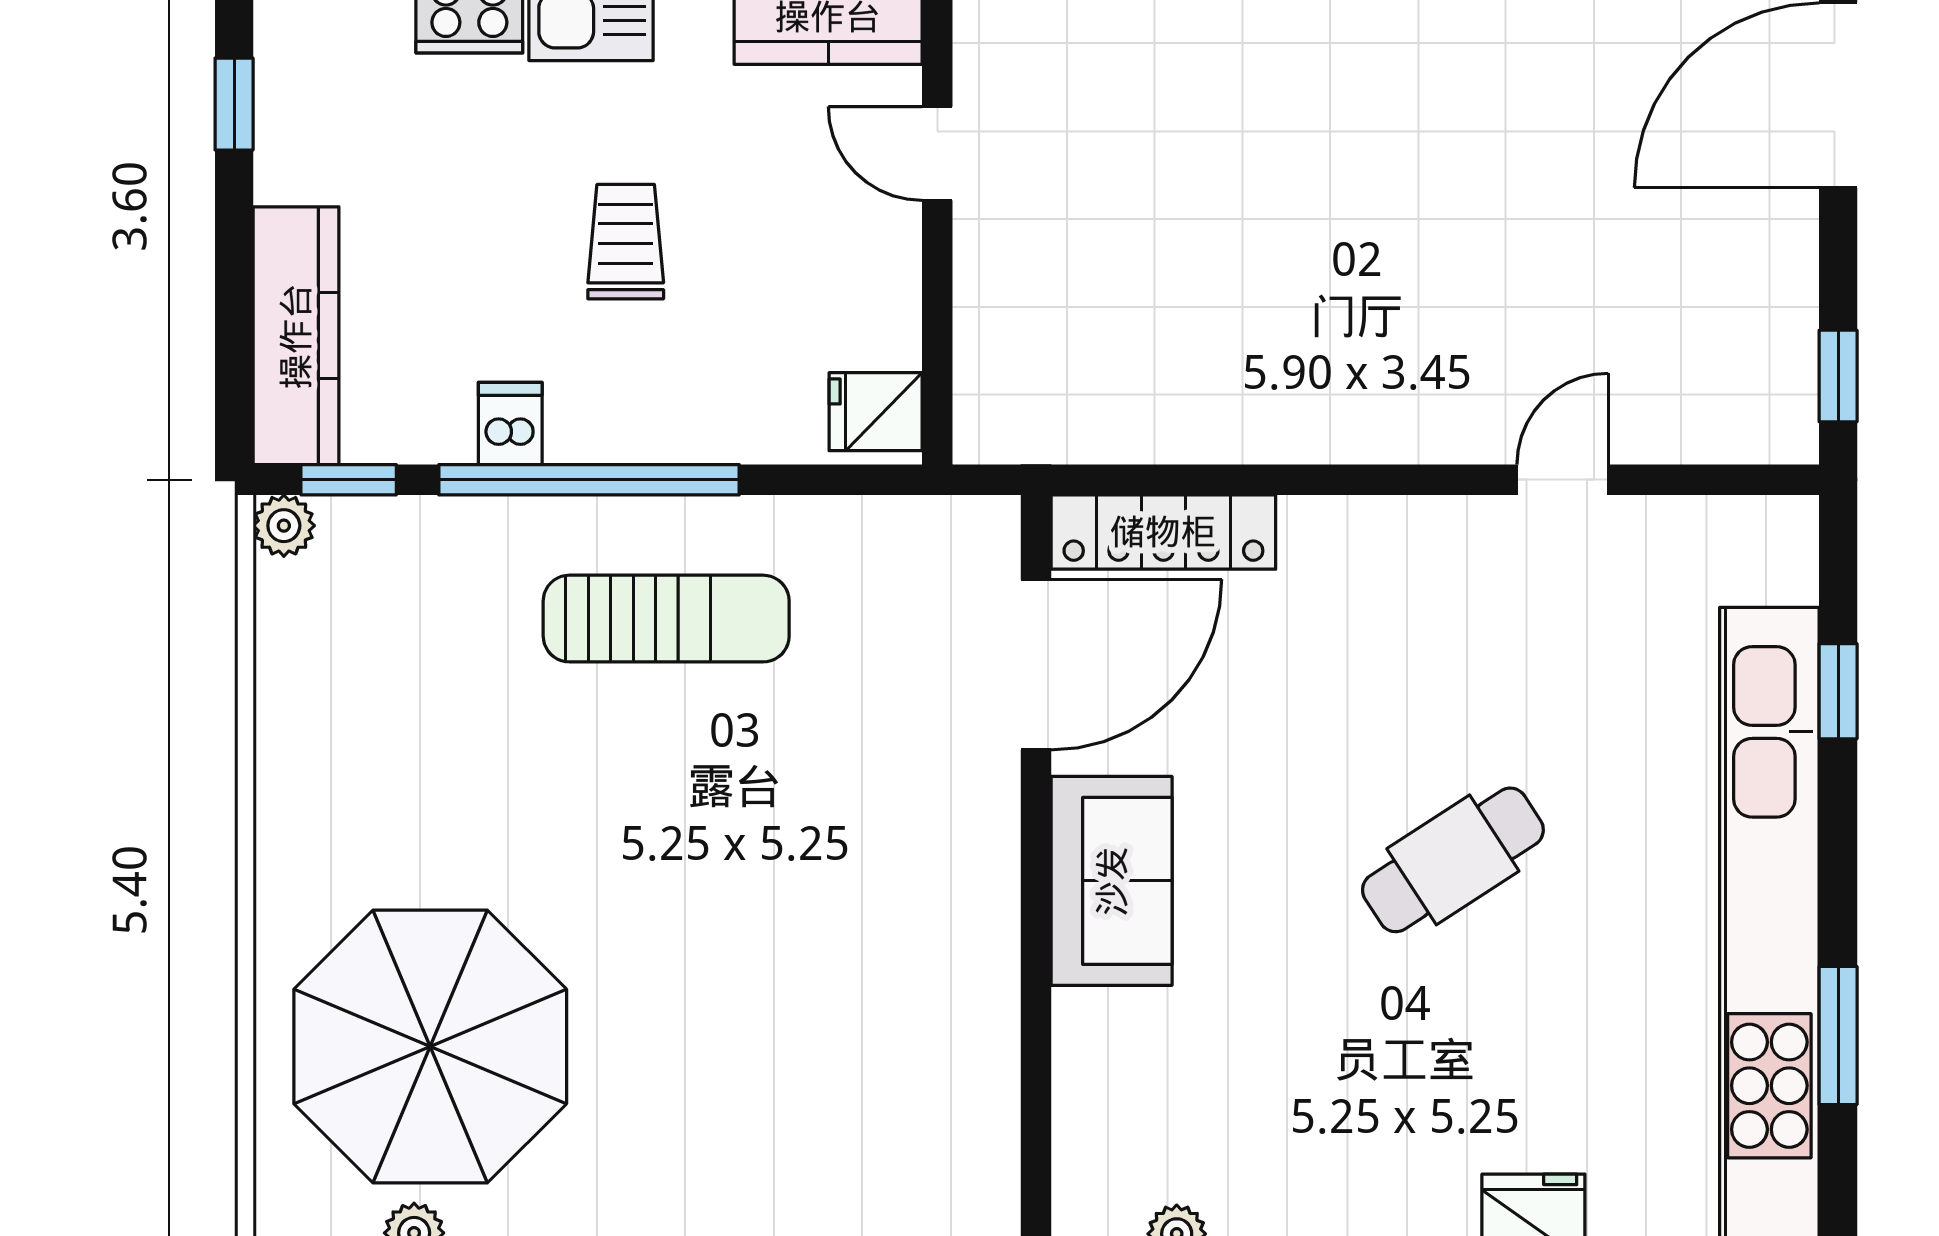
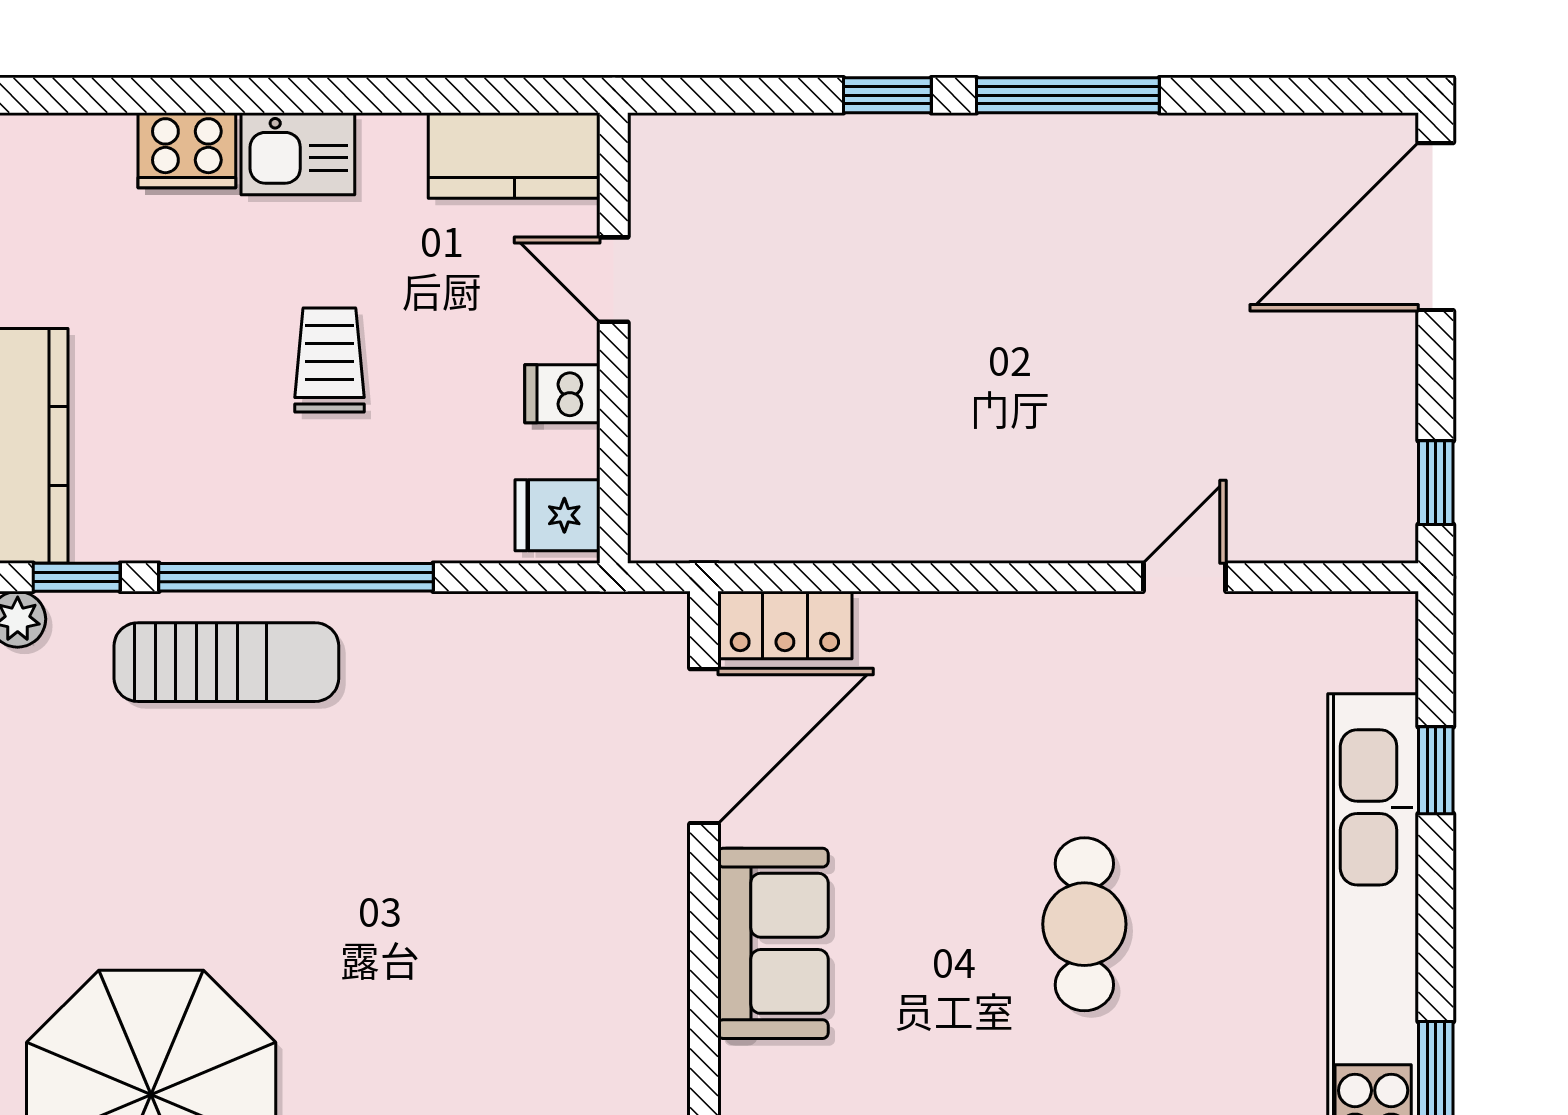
dishwasher: (510, 423) -> (562, 394), moved, turned -90
locker: (1163, 532) -> (785, 625), width x0.66
sun lounger: (666, 619) -> (226, 662), moved
cafe table: (1453, 860) -> (1084, 924), turned -57

